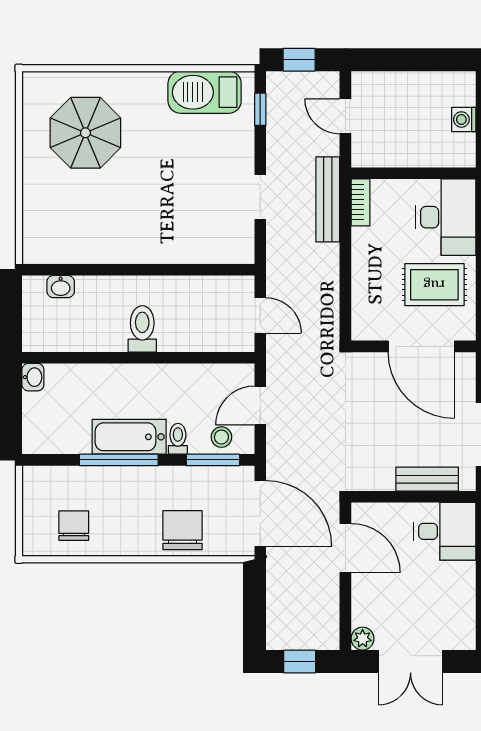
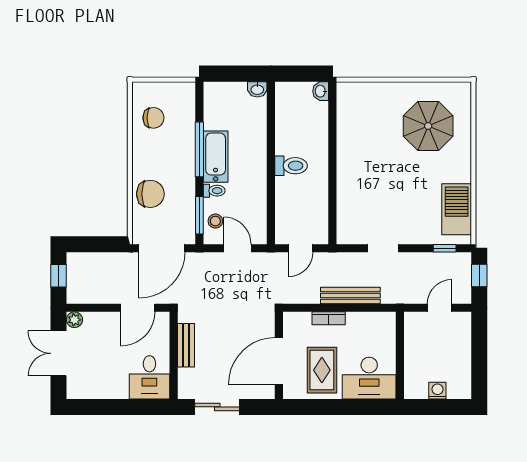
bench: (328, 199) -> (350, 295), moved
bookcase: (360, 202) -> (329, 318), moved
washbasin: (61, 287) -> (321, 91), moved
bench: (427, 479) -> (186, 345), moved

